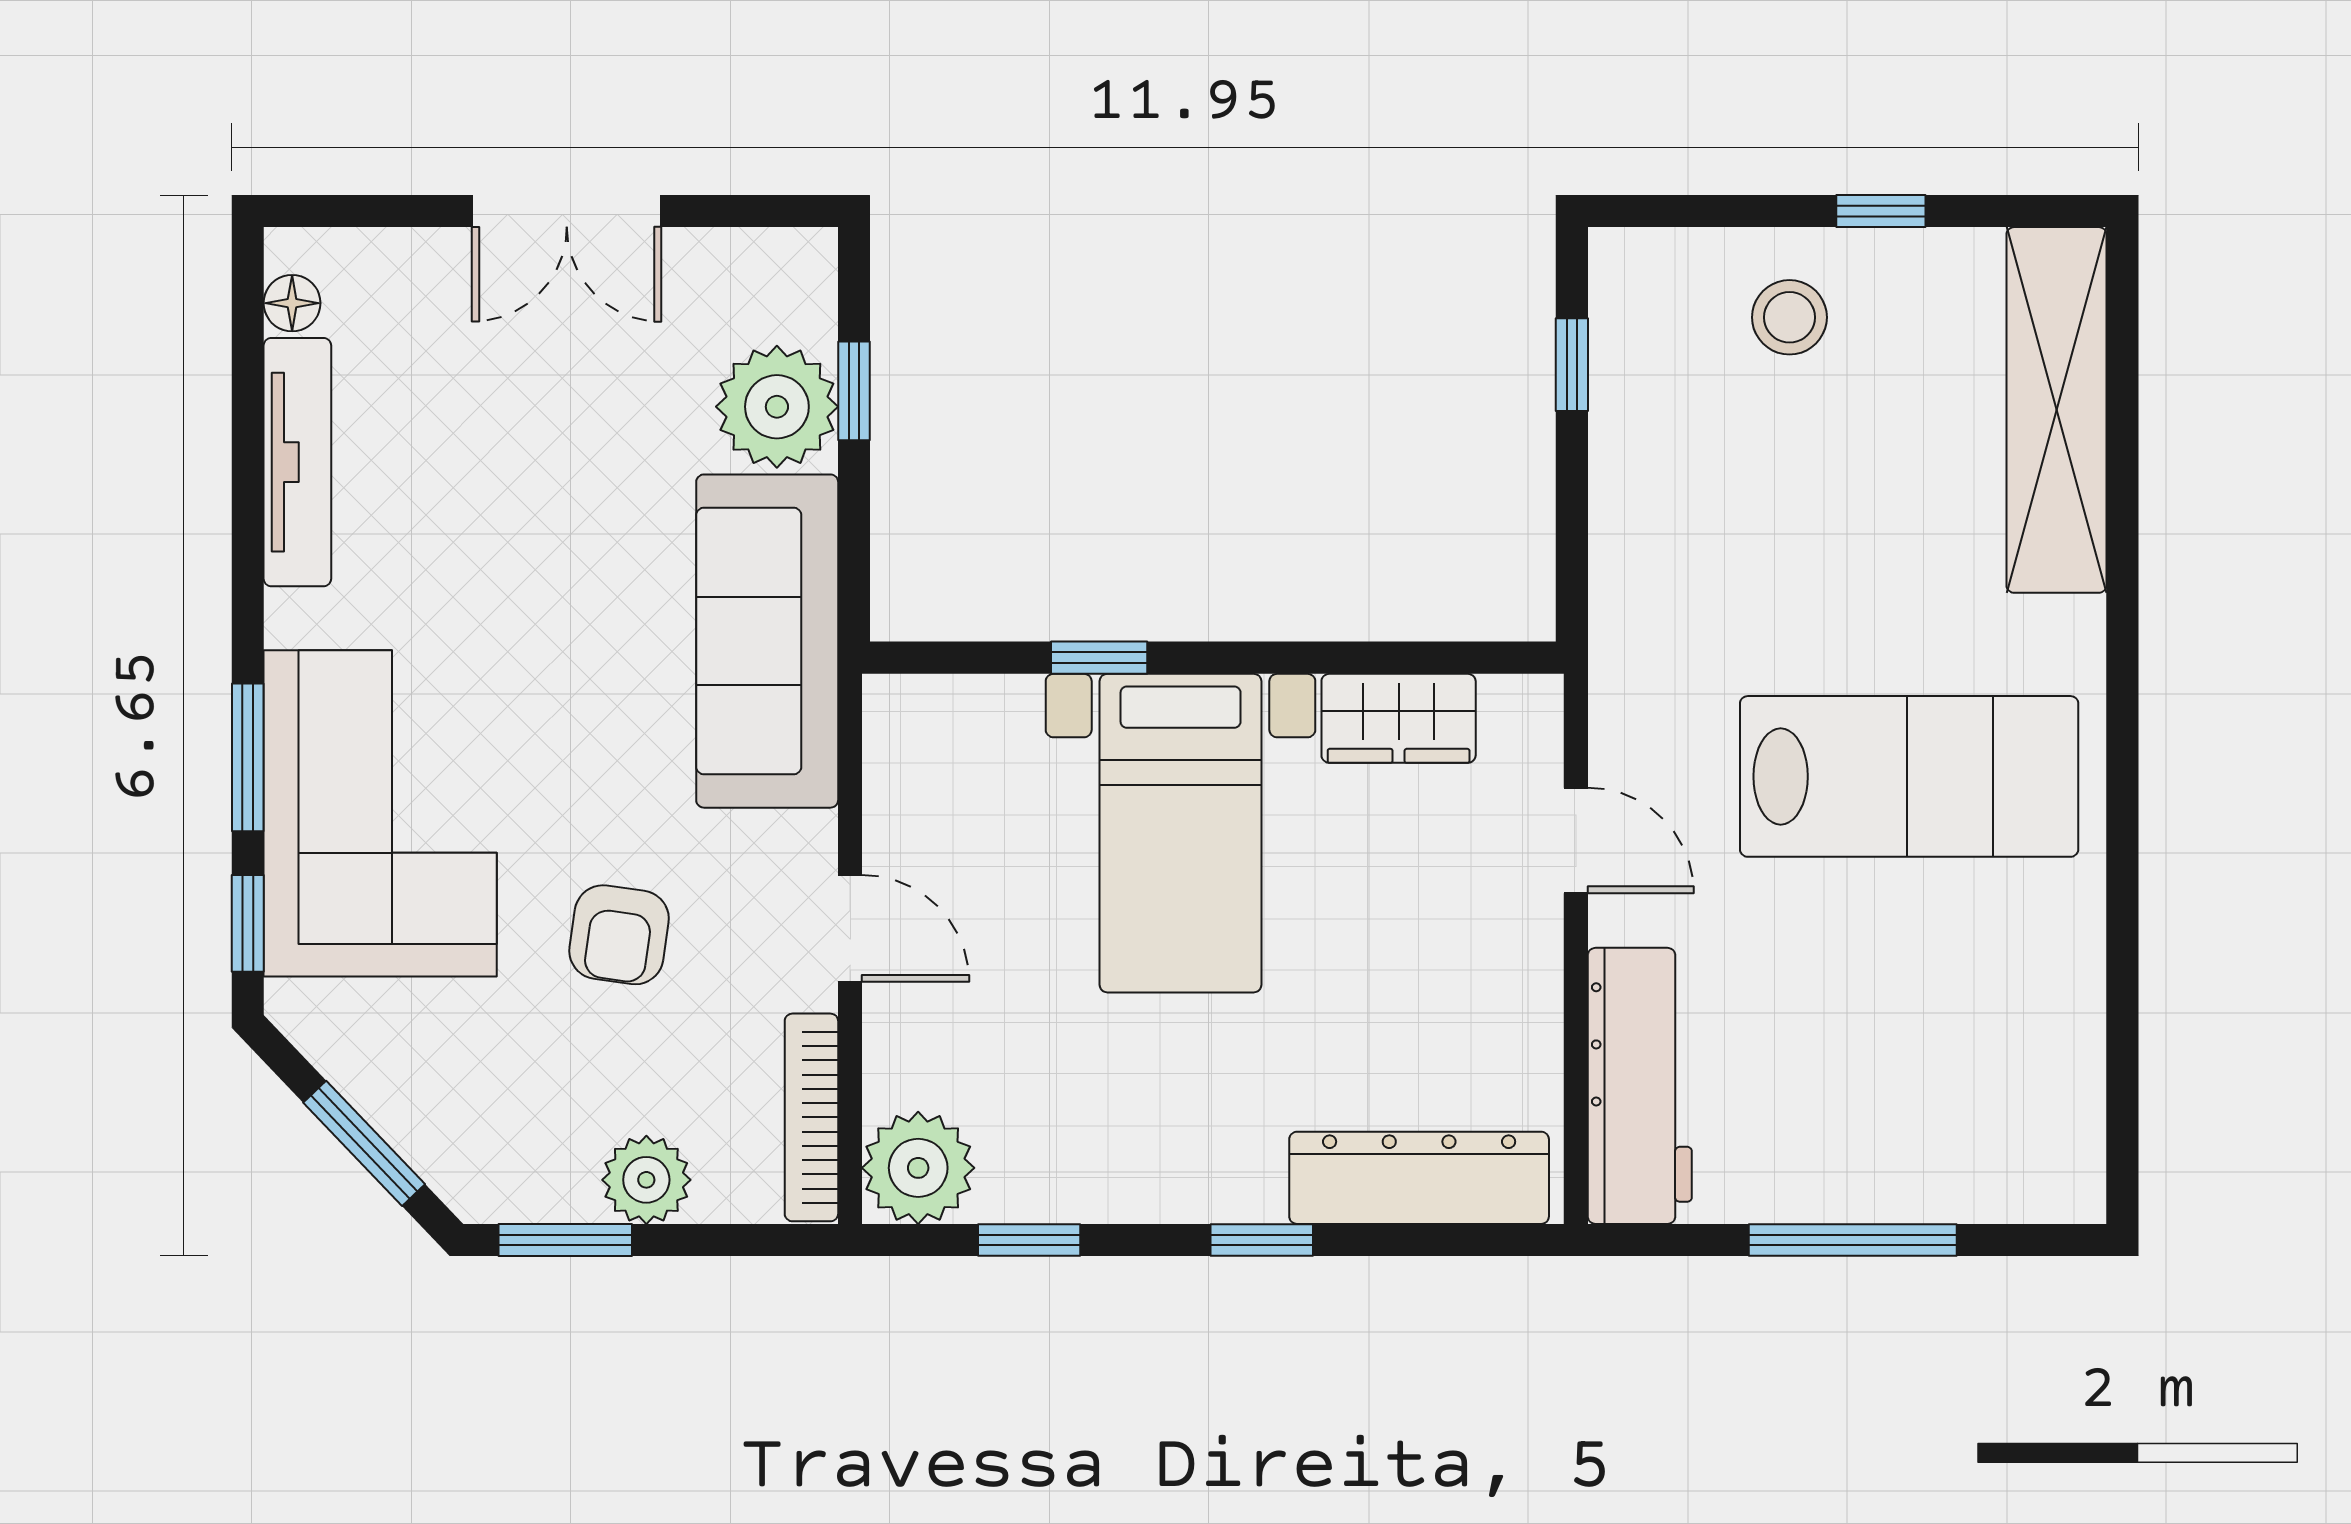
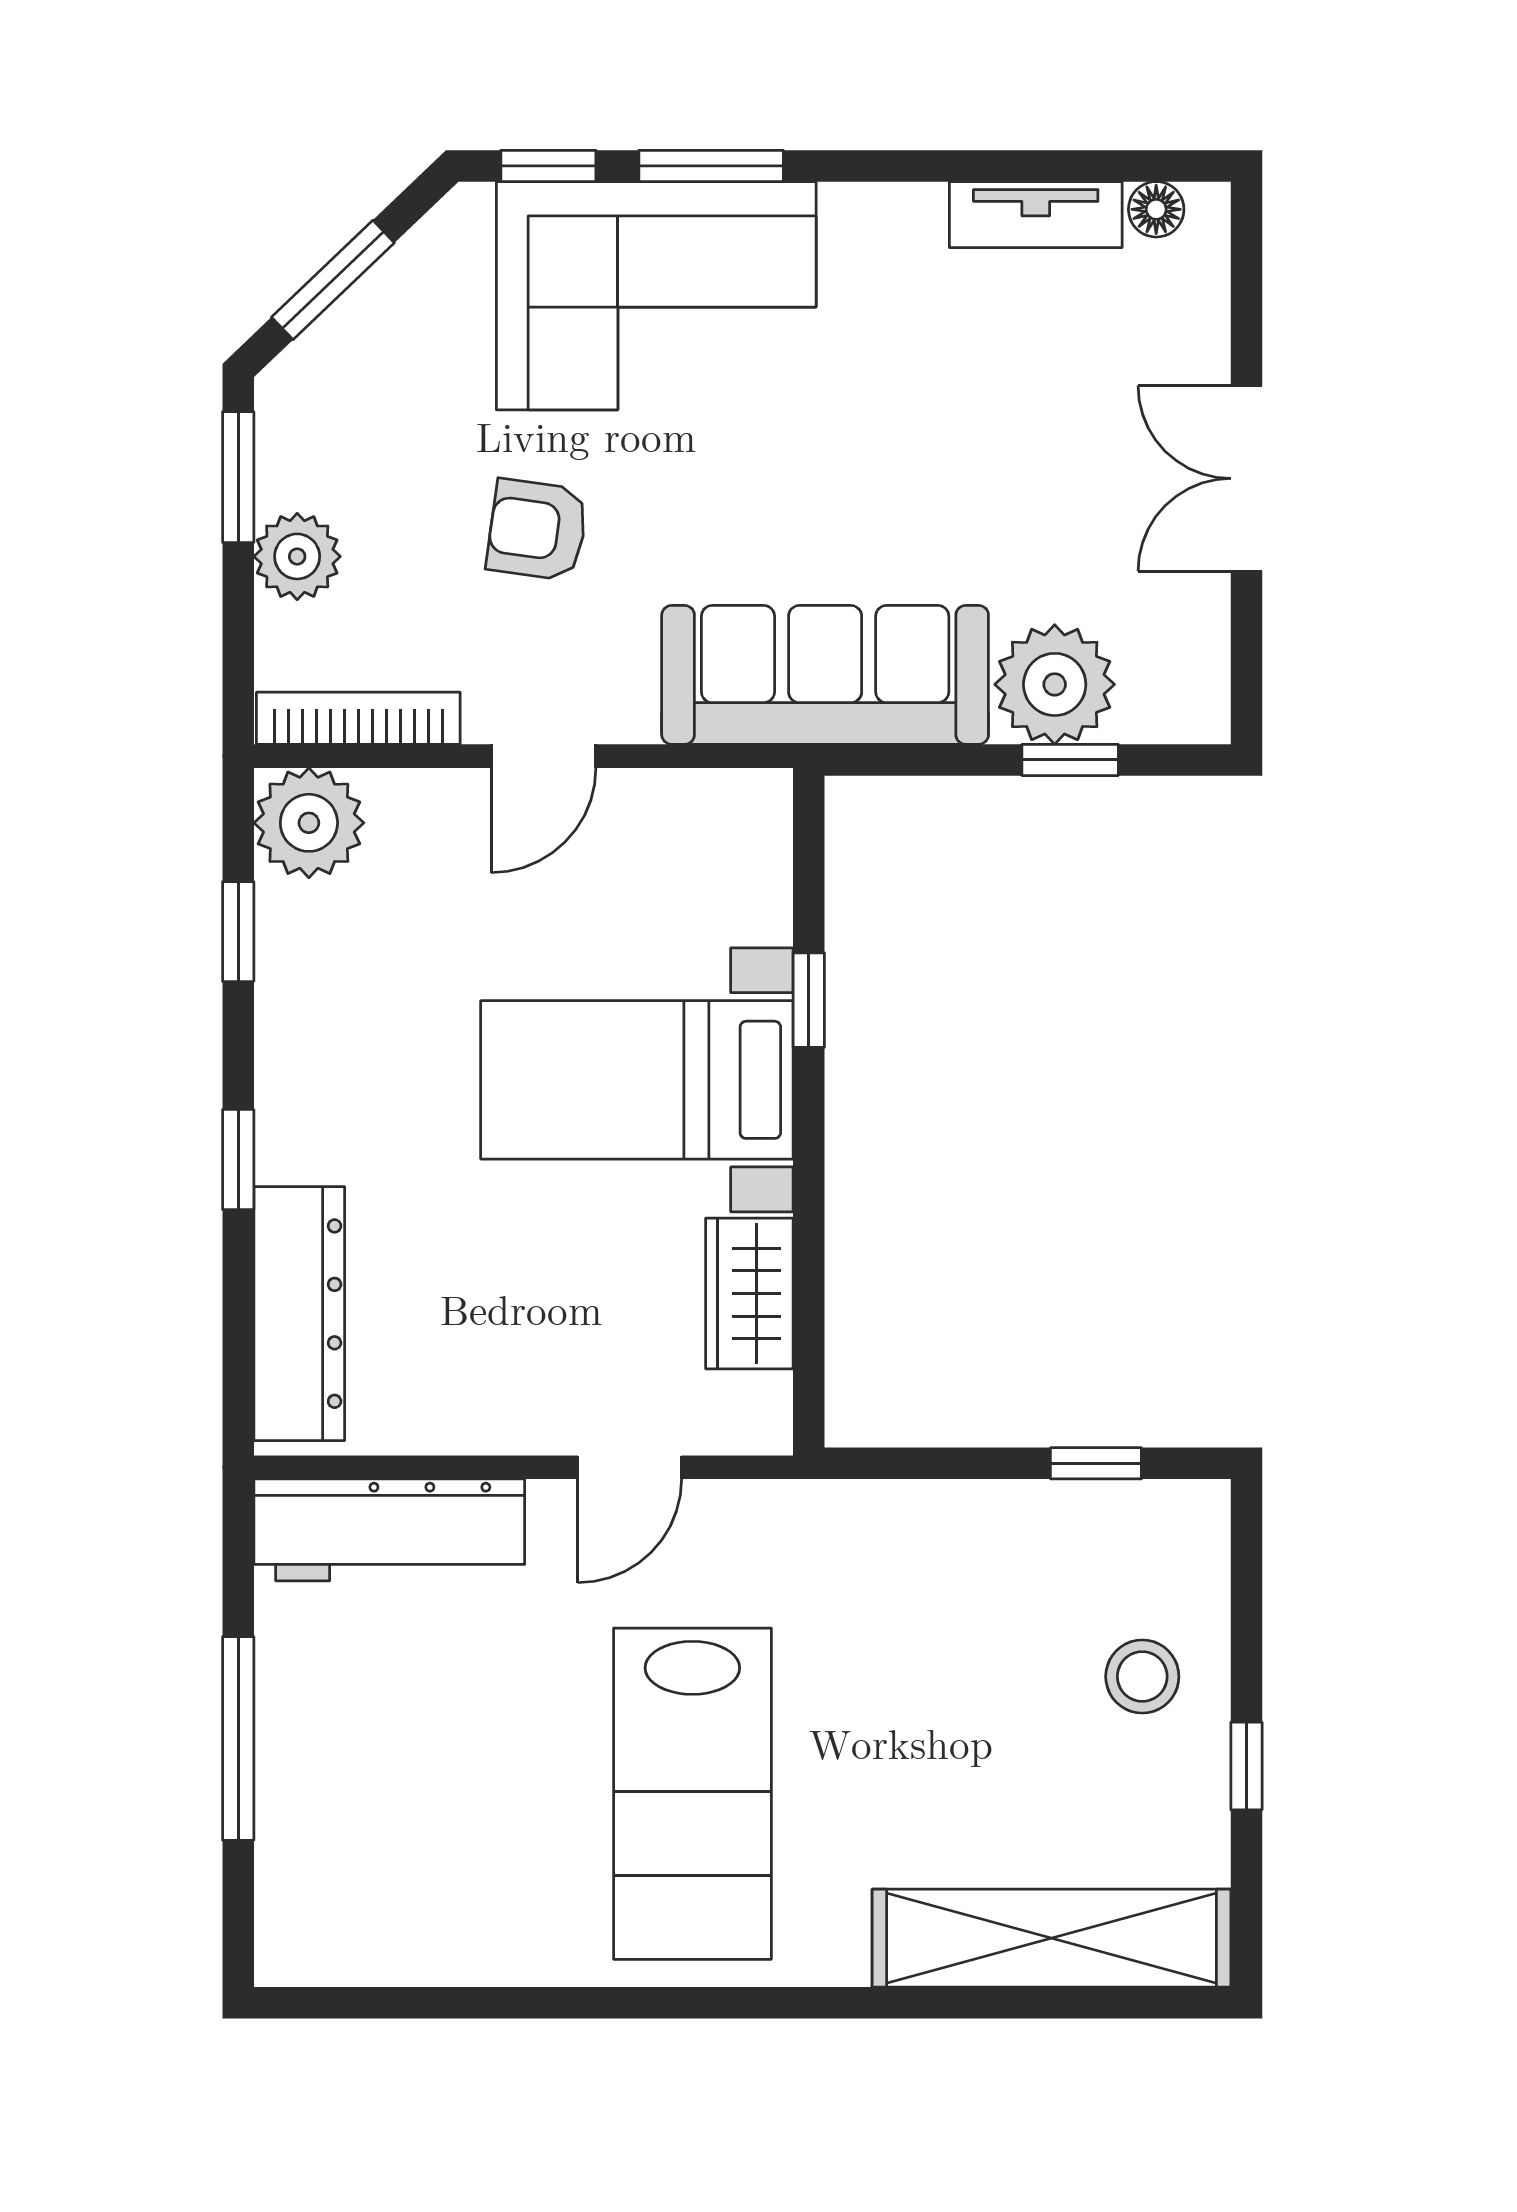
tv unit: (297, 462) -> (1036, 215), width x0.71

